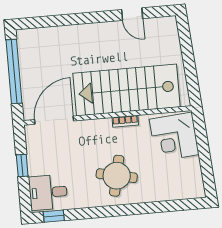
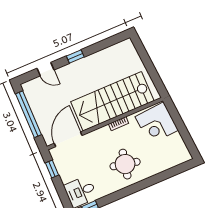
door: (132, 14) -> (45, 69), moved
window: (98, 17) -> (75, 56), added
window: (22, 166) -> (52, 169), moved

